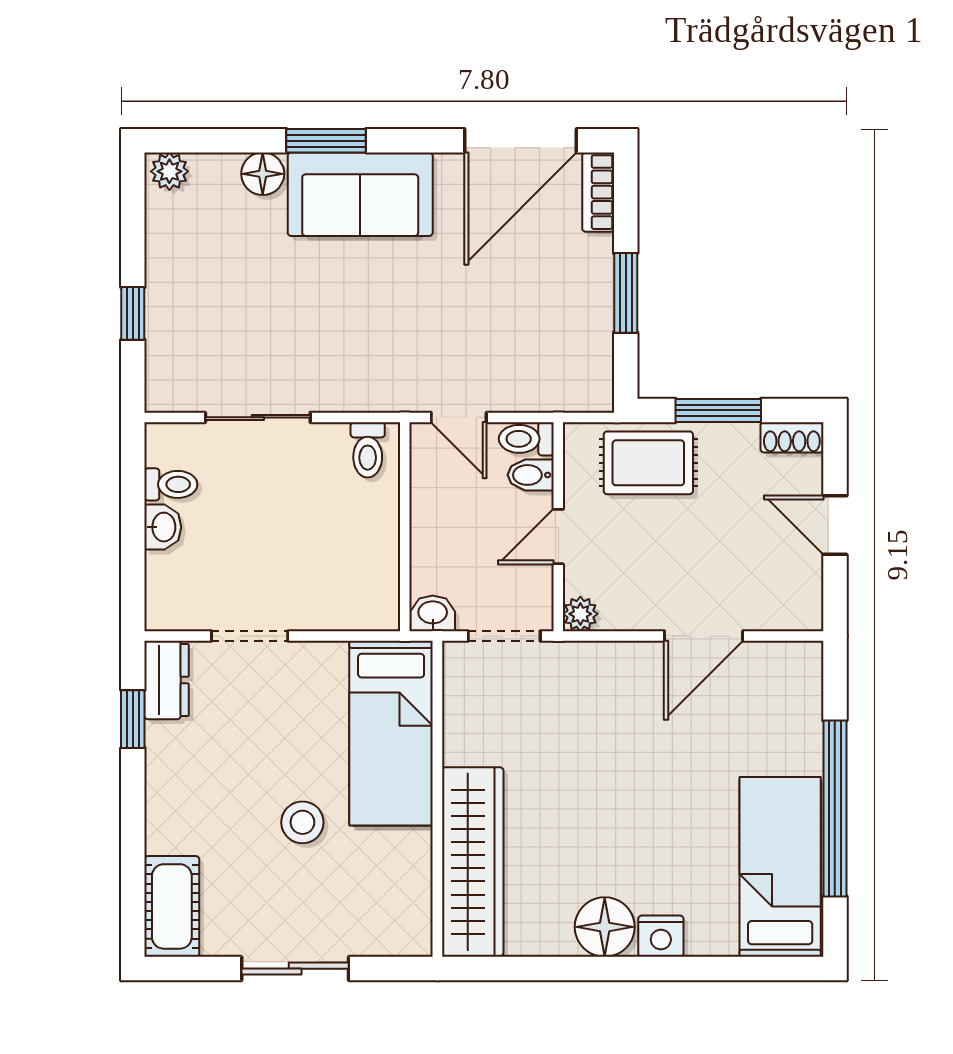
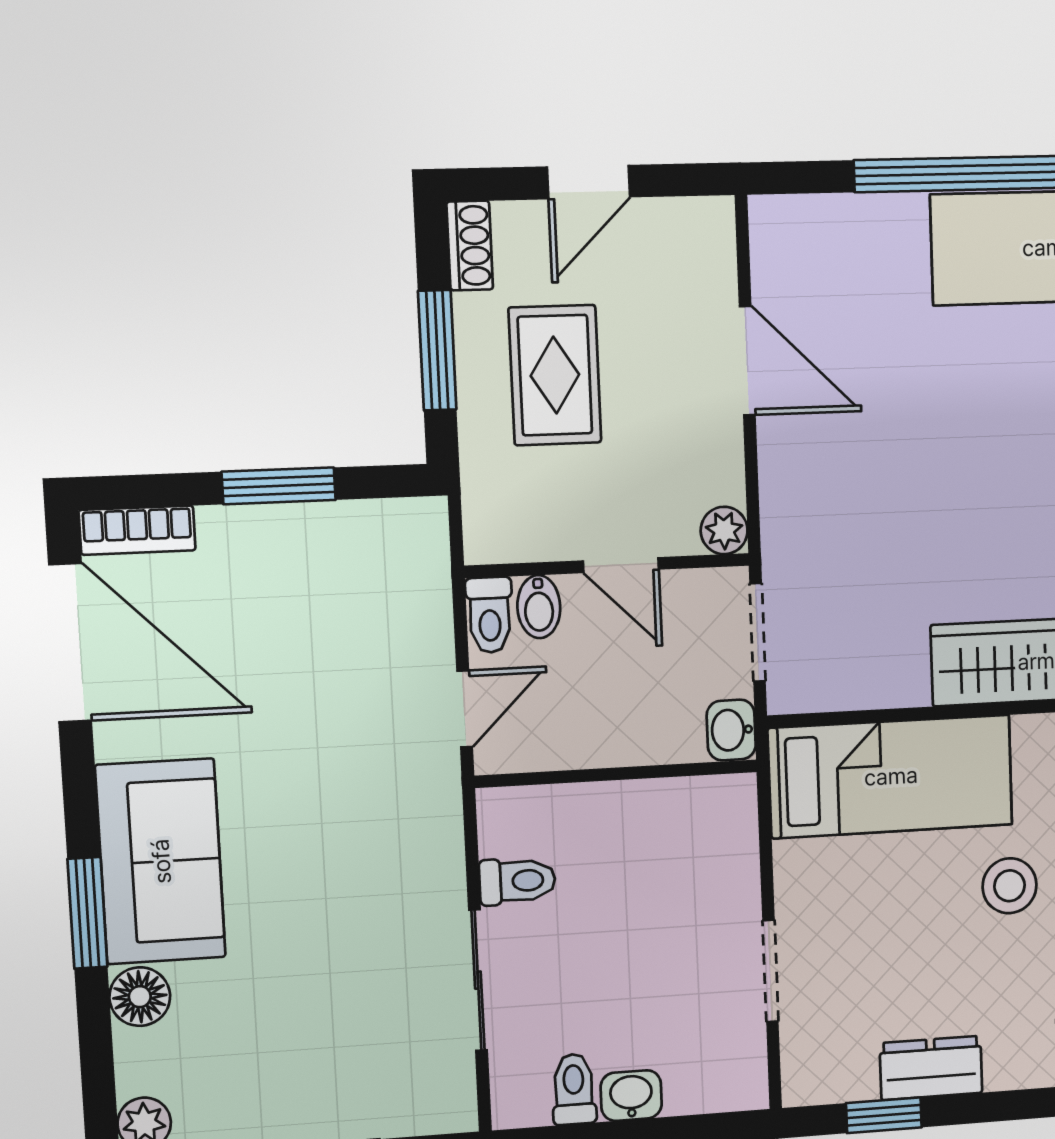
toilet: (368, 450) -> (517, 881), moved
rug: (648, 463) -> (555, 375), moved
dresser: (167, 680) -> (931, 1068), moved

